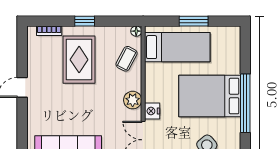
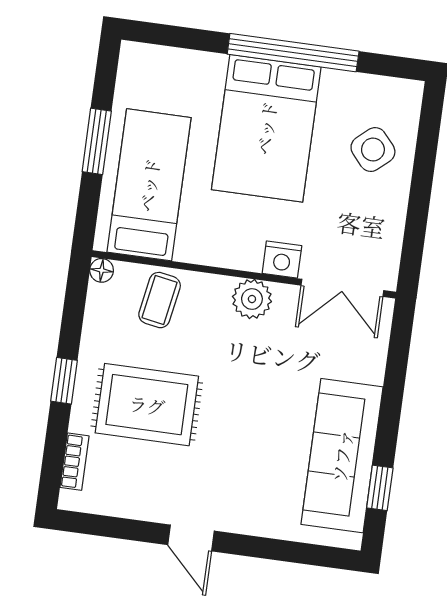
coffee table: (127, 59) -> (160, 300), turned 72

